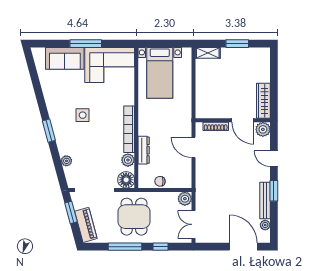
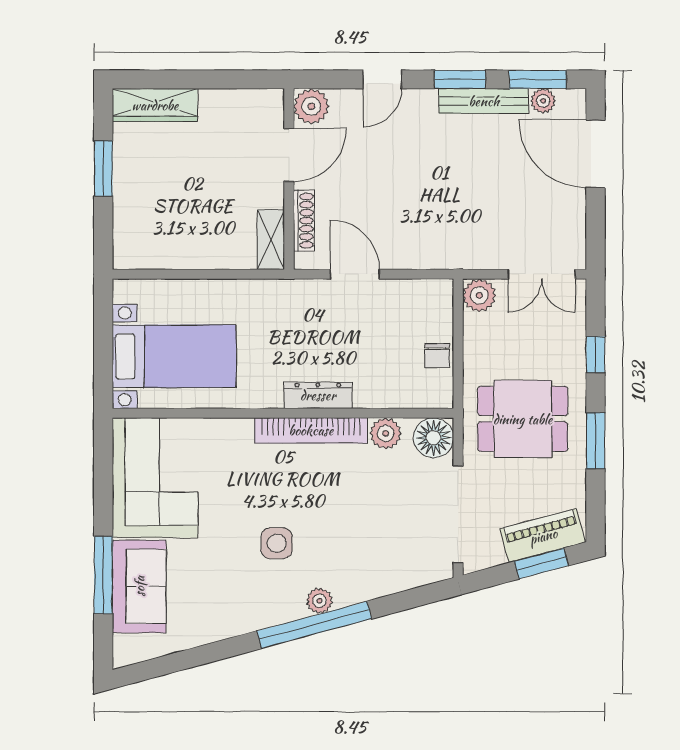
window: (86, 44) -> (103, 575), moved
shelving: (208, 53) -> (271, 240), moved
wardrobe: (263, 101) -> (155, 105), moved
window: (49, 131) -> (314, 625), width x2.11
door: (194, 147) -> (355, 274), swing flipped
dresser: (144, 150) -> (318, 395), moved
plant: (66, 161) -> (319, 601), moved
window: (71, 212) -> (541, 564), moved
window: (274, 223) -> (538, 79), added
window: (125, 247) -> (596, 441), width x0.69
door: (243, 247) -> (596, 154), hinge flipped

